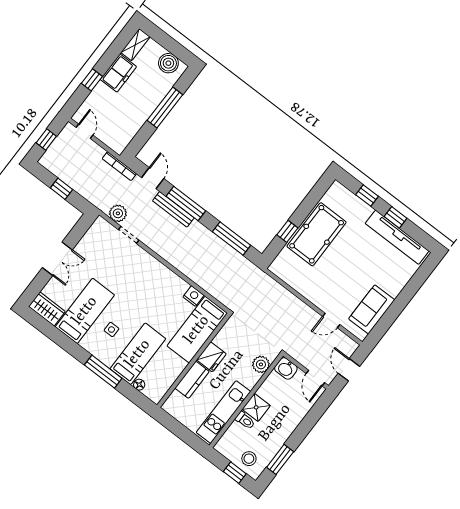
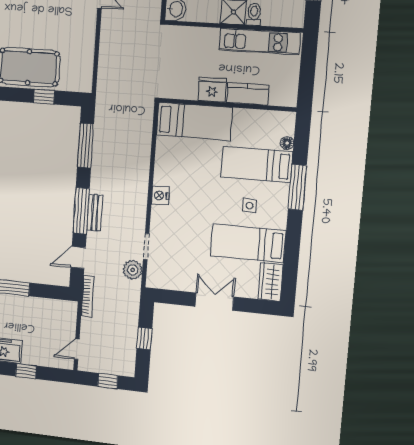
bench: (173, 209) -> (95, 213), width x0.73
nightstand: (193, 296) -> (160, 196), moved
plant: (261, 364) -> (188, 36), removed

